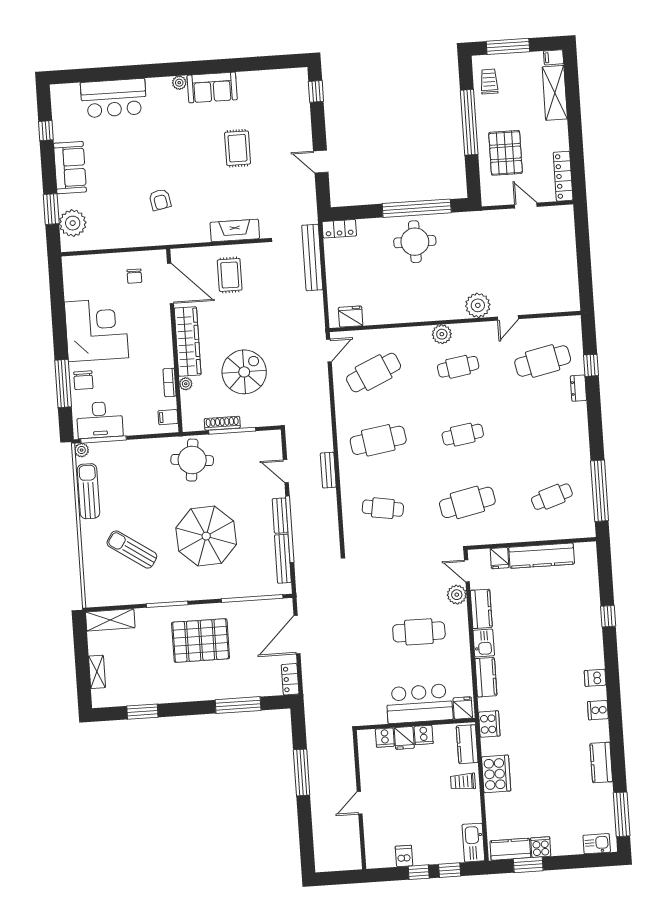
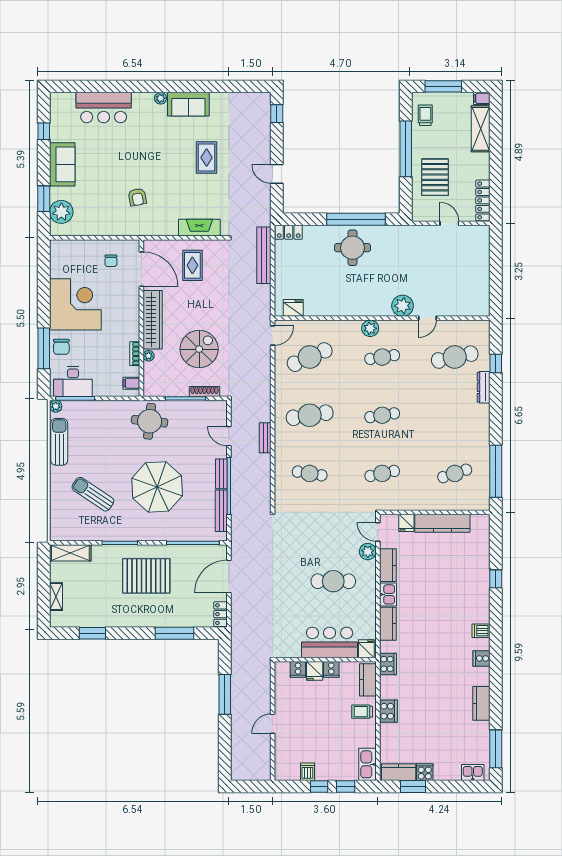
dresser: (578, 388) -> (484, 387), width x1.44
shoe rack: (222, 423) -> (204, 392), moved
cafe table: (467, 502) -> (382, 473), width x0.73, depth x0.74
cooker: (496, 774) -> (388, 711), width x0.73, depth x0.76

